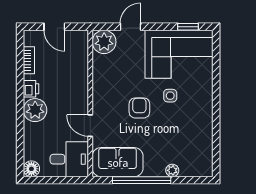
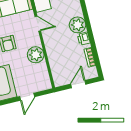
door: (54, 27) -> (78, 84), hinge flipped
plant: (104, 42) -> (36, 55), moved

